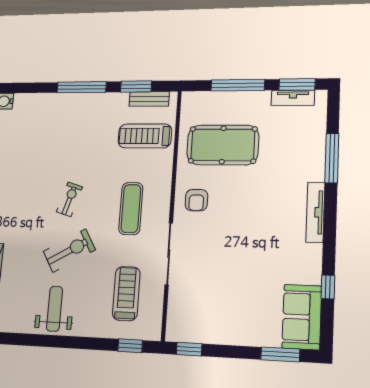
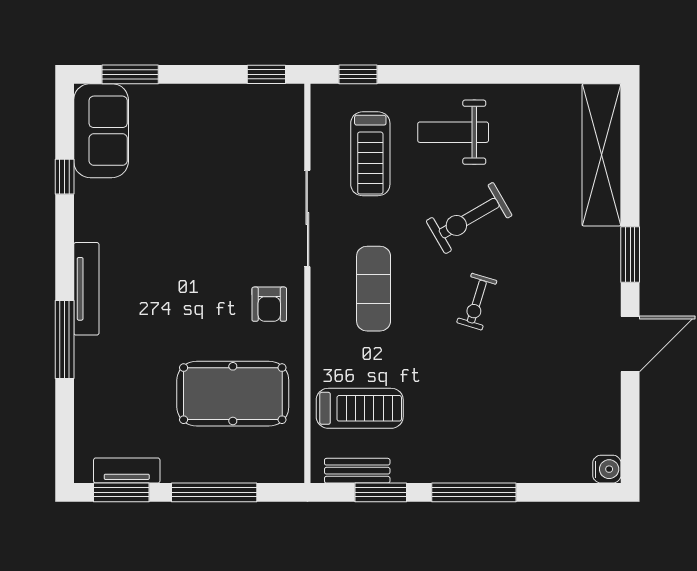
window: (332, 158) -> (65, 339), moved
armchair: (196, 200) -> (269, 304), turned 180
weight bench: (55, 309) -> (453, 132), moved, turned 90

